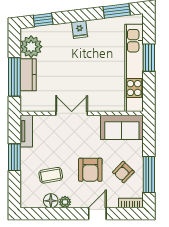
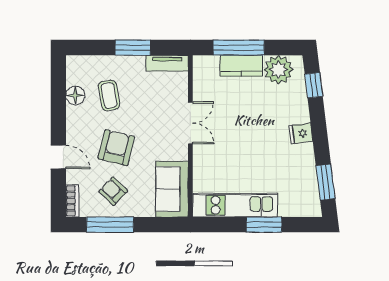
kitchen unit: (134, 68) -> (235, 205), width x0.73
armchair: (90, 170) -> (116, 148), turned 104
plant: (65, 202) -> (74, 114), removed

